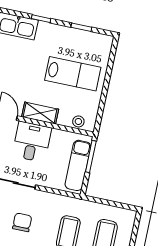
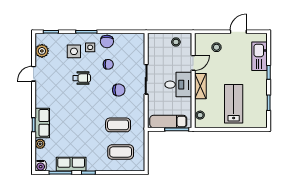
lab bench: (73, 74) -> (234, 104), turned 180

